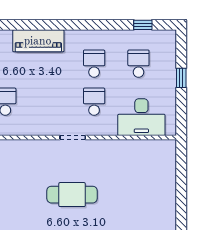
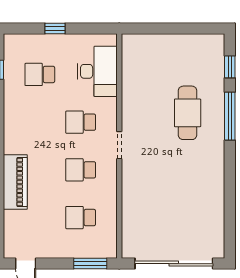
school desk: (94, 64) -> (81, 170), moved
cafe table: (72, 195) -> (188, 113), moved

